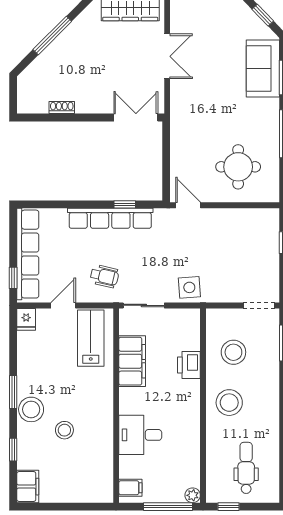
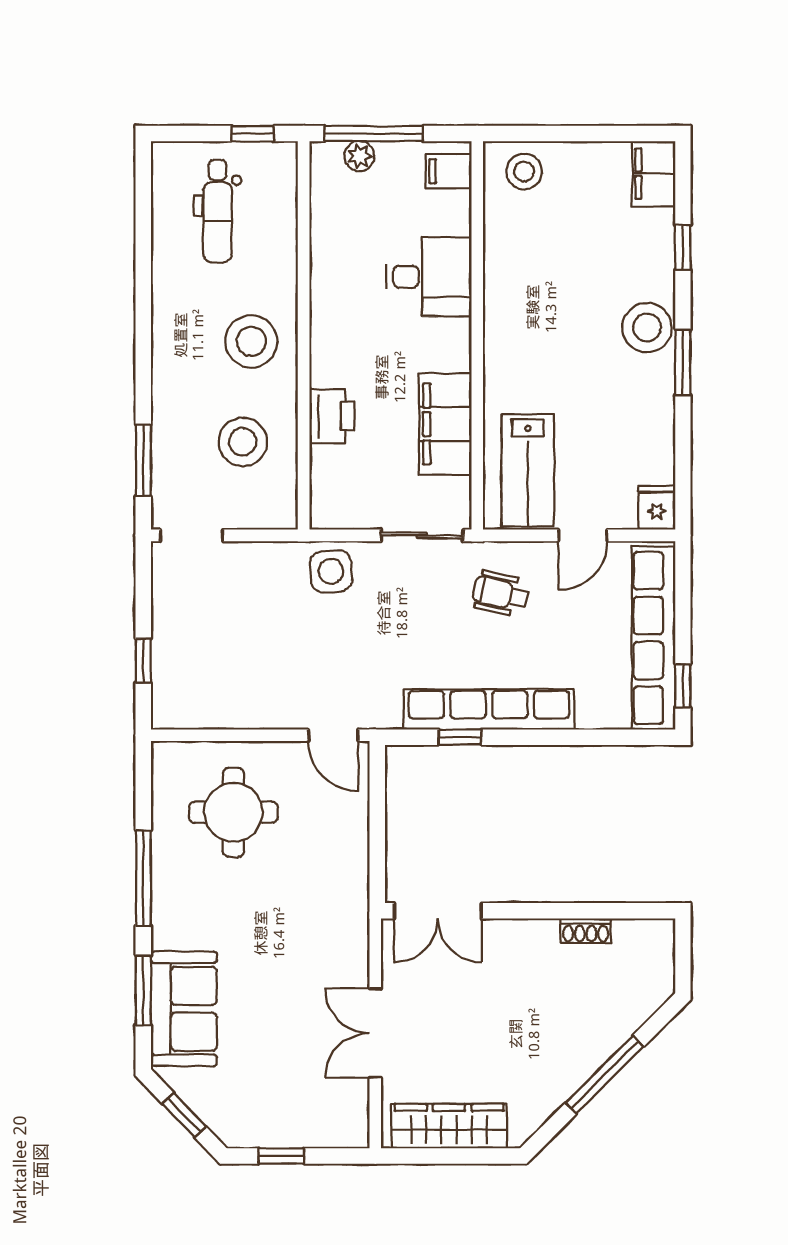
window: (13, 278) -> (683, 686), moved
stool: (64, 430) -> (524, 171), moved
plant: (193, 495) -> (359, 156), moved

